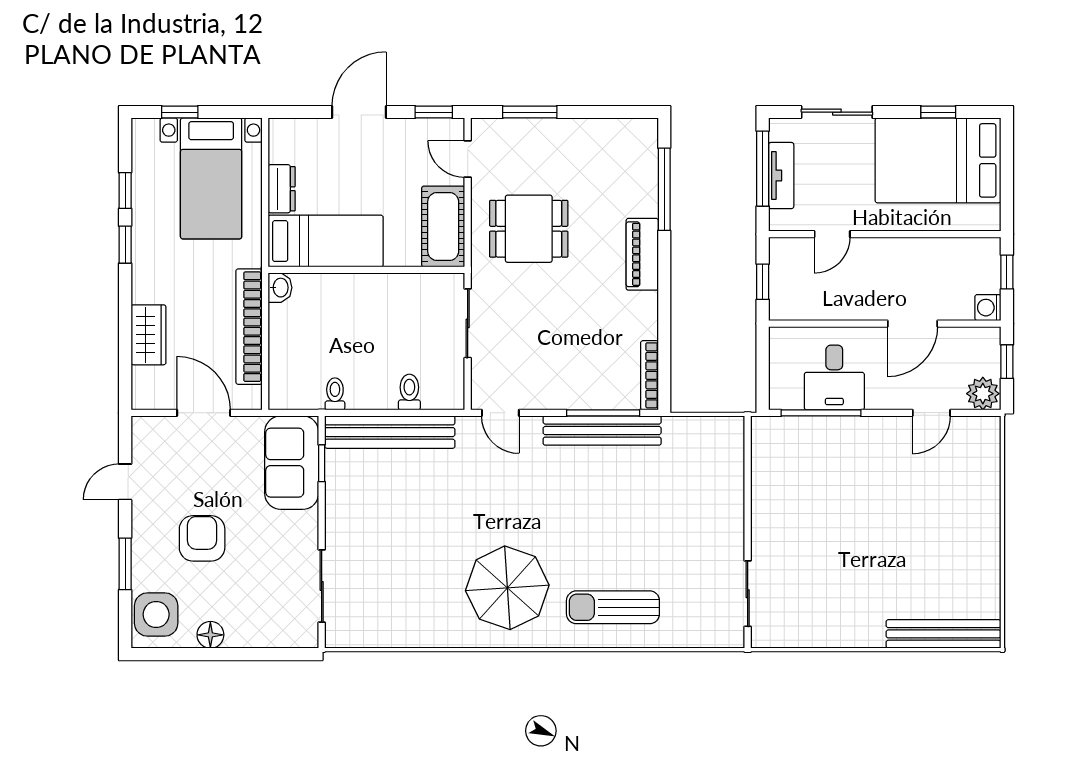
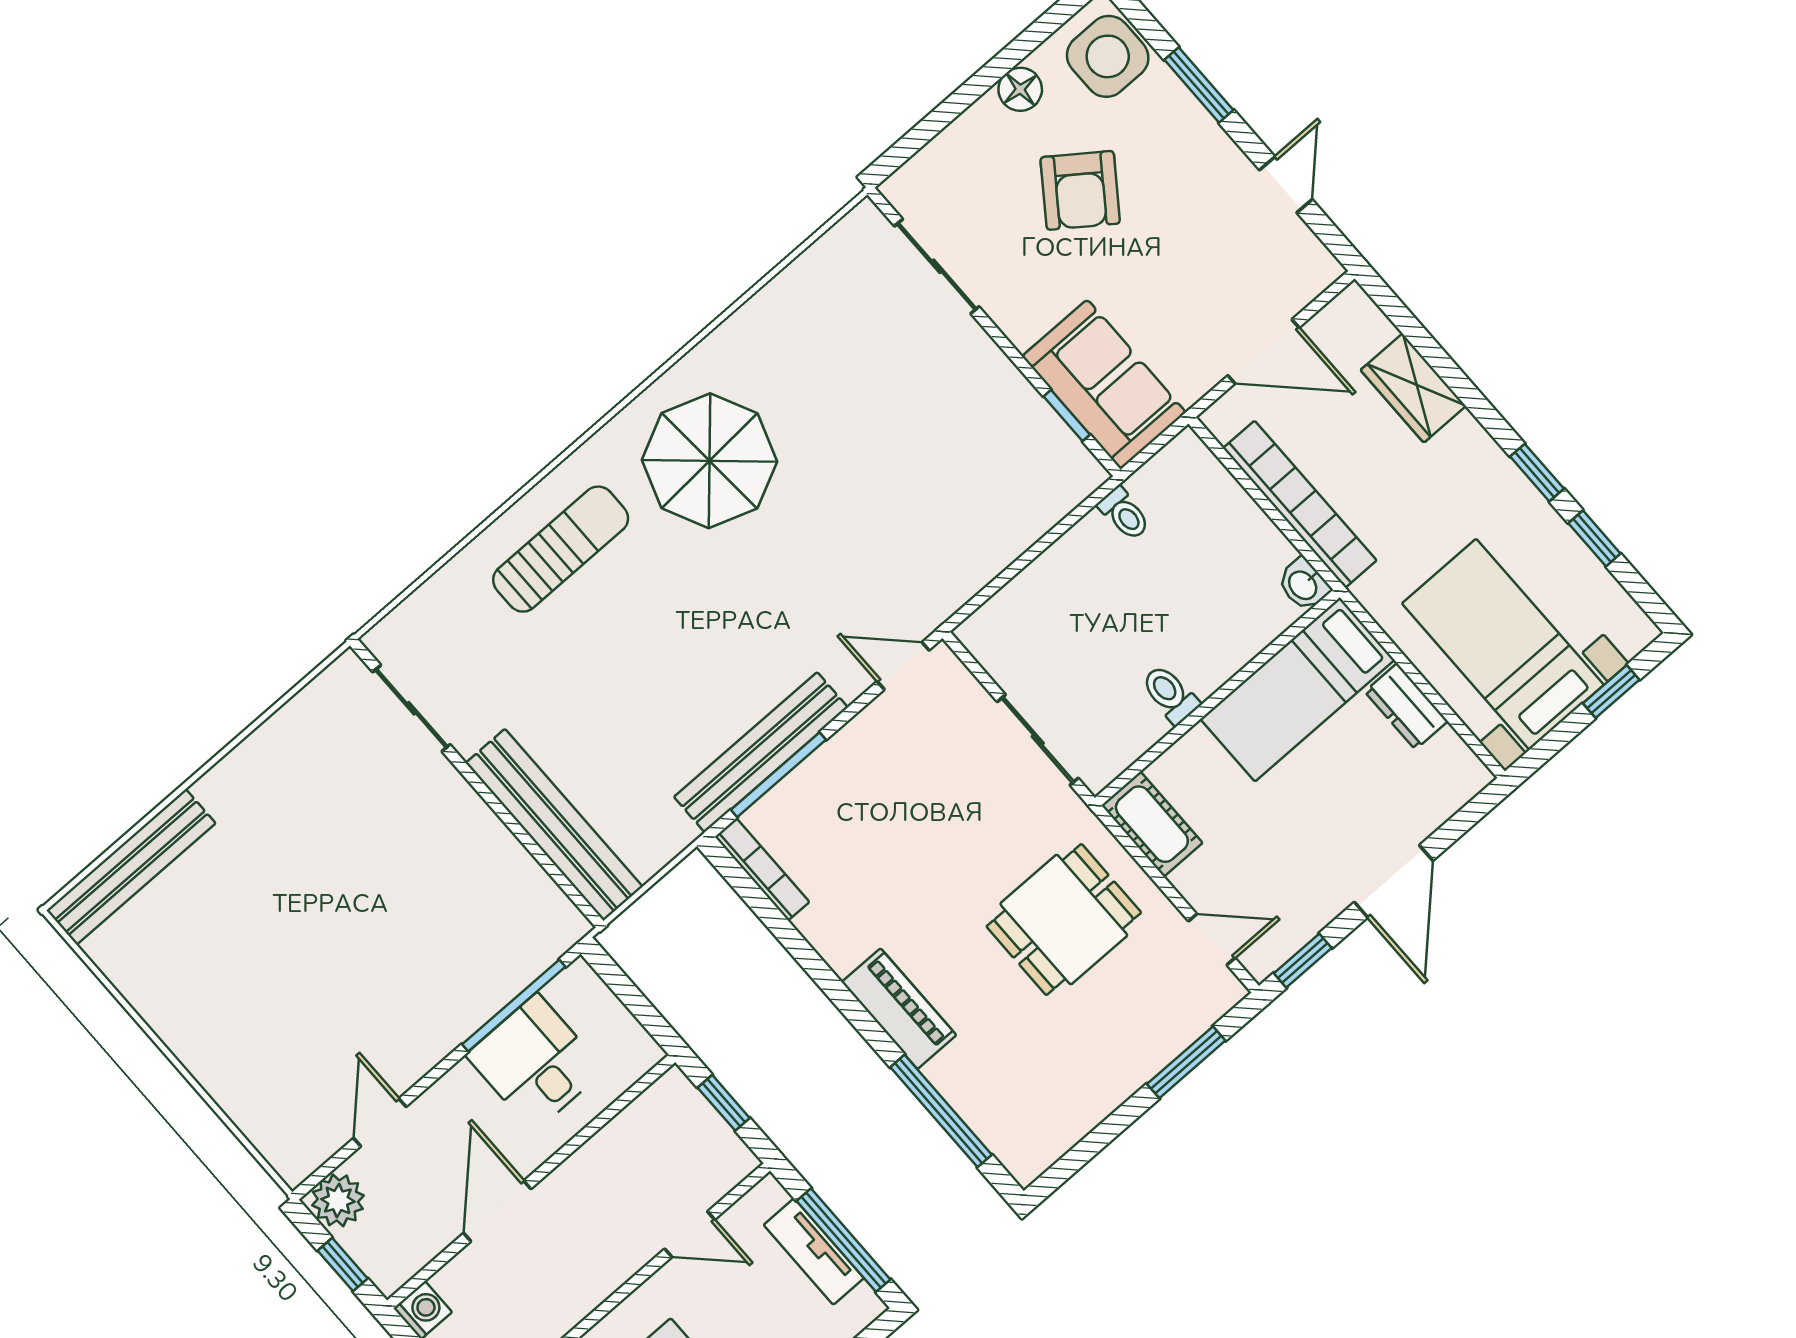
cot: (443, 227) -> (1152, 824), width x0.73, depth x0.75
door: (832, 234) -> (690, 1234), swing flipped
toilet: (409, 392) -> (1170, 694), moved, turned 180
bench: (390, 432) -> (554, 825), moved, turned 90
armchair: (202, 538) -> (1080, 190), moved, turned 36

